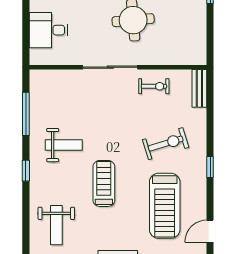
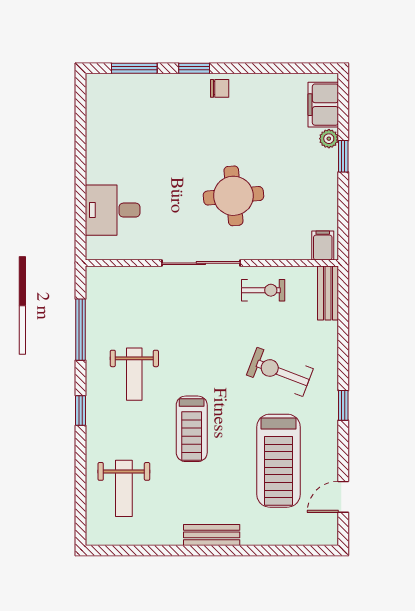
filing cabinet: (196, 55) -> (323, 245), added
exercise bike: (166, 144) -> (280, 372), turned -142
weight bench: (64, 145) -> (134, 374), turned 90
treadmill: (104, 183) -> (192, 429), turned 180

